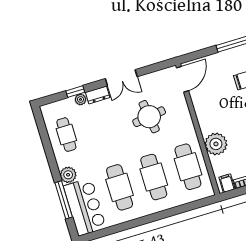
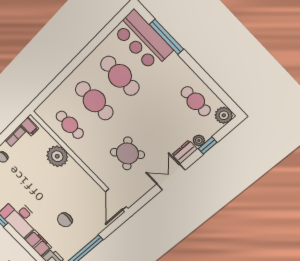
round table: (149, 117) -> (127, 153), turned -35
cafe table: (188, 167) -> (70, 125), width x0.73, depth x0.74
plant: (68, 175) -> (224, 115), moved

